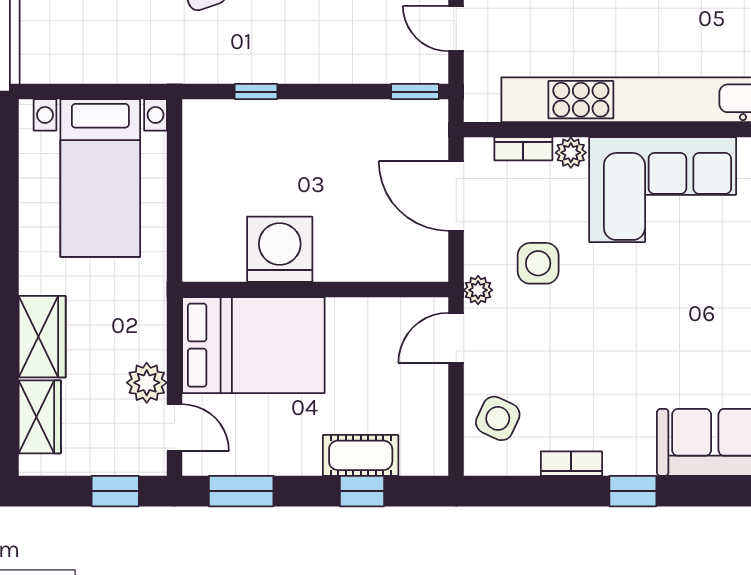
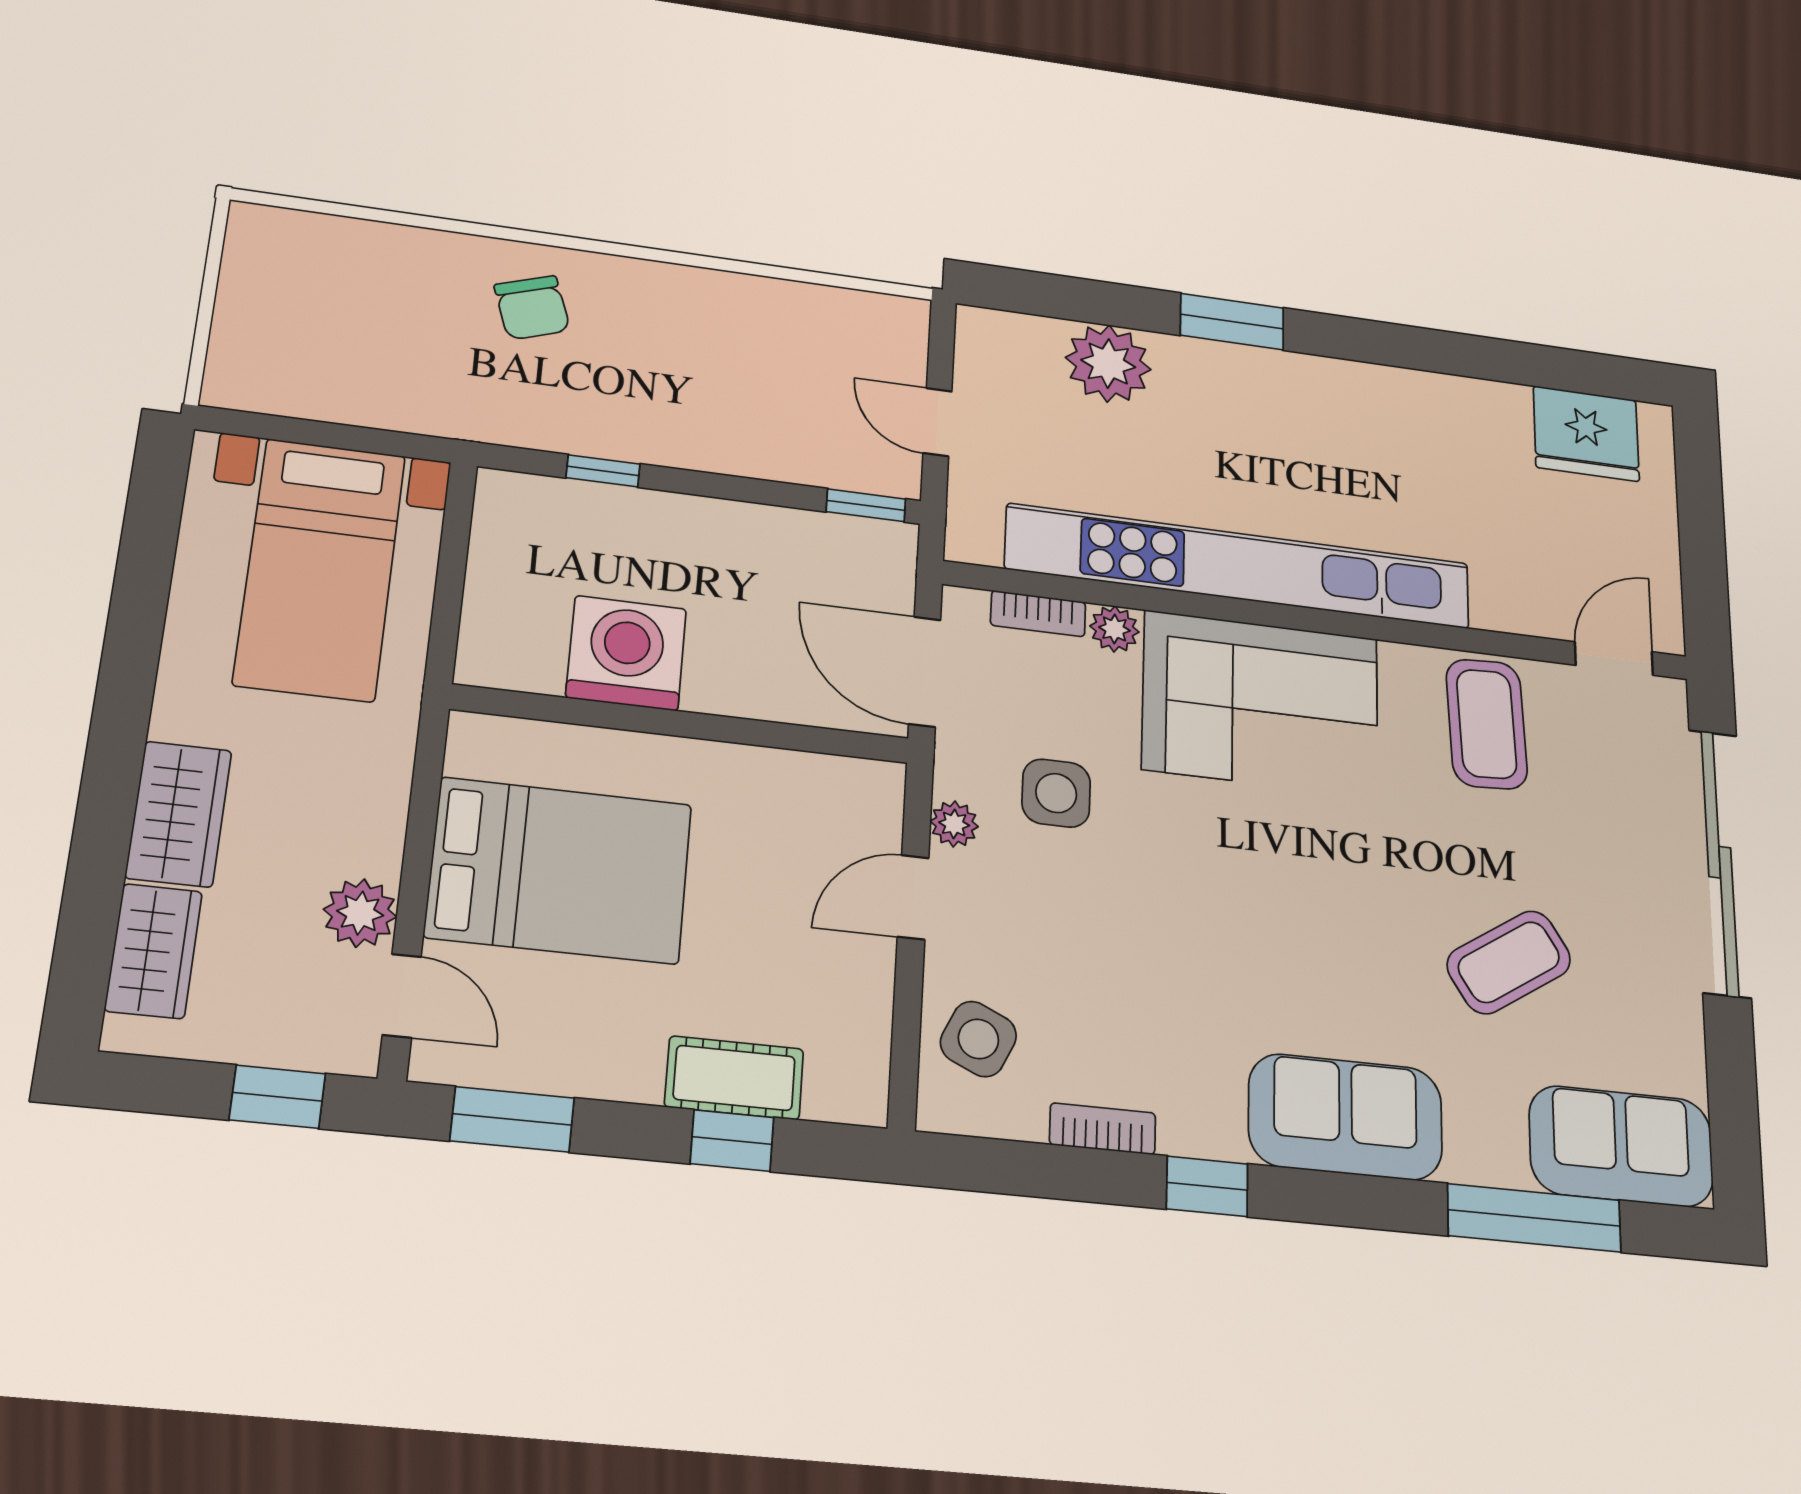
washing machine: (280, 249) -> (626, 653), moved
wall: (315, 289) -> (682, 724), moved

